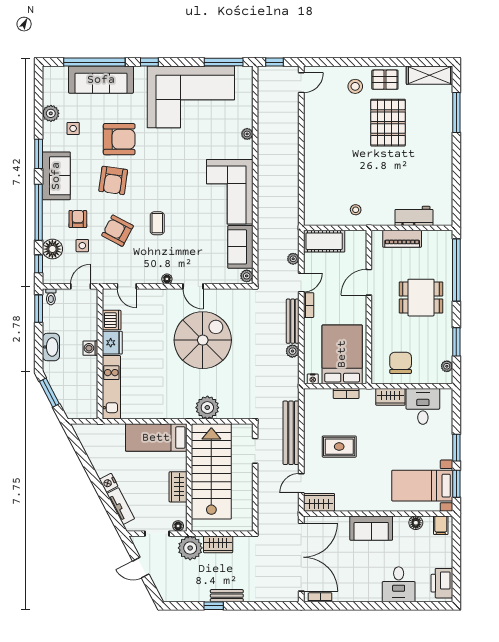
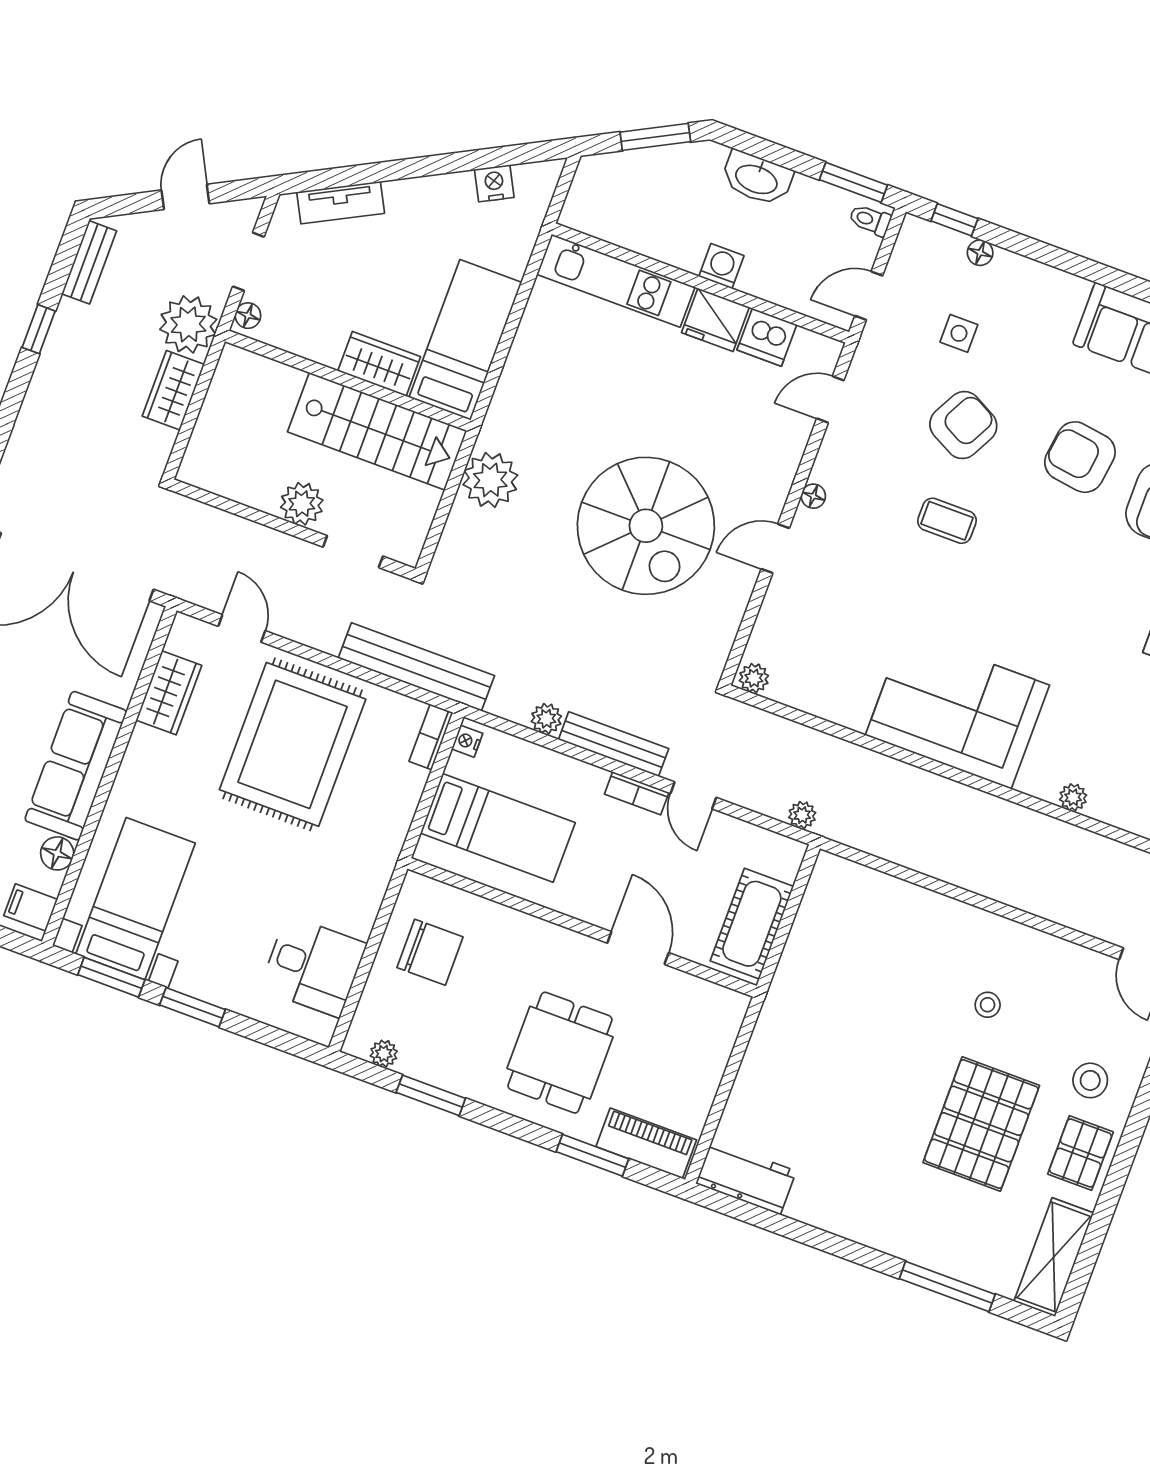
pallet: (388, 123) -> (981, 1124), turned 90
stool: (356, 210) -> (988, 1005), moved
window: (39, 212) -> (1070, 263), removed
workbench: (414, 216) -> (746, 1177), moved, turned -90
armchair: (78, 219) -> (1023, 345), removed
piano: (402, 239) -> (646, 1143), moved, turned 90
cot: (324, 241) -> (752, 924), moved
sofa: (240, 247) -> (824, 688), removed
floor lamp: (52, 249) -> (980, 253), width x0.53, depth x0.53
plant: (293, 259) -> (802, 815), moved
window: (456, 270) -> (592, 1155), width x0.47
door: (81, 286) -> (869, 296), swing flipped
bed: (342, 354) -> (498, 828), width x0.67
bookcase: (346, 394) -> (431, 737), moved
wardrobe: (390, 397) -> (362, 901), removed
bench: (291, 433) -> (416, 667), moved
rug: (339, 447) -> (293, 744), width x1.86, depth x2.06
stairs: (211, 471) -> (377, 431), width x0.73, depth x0.66
plant: (244, 478) -> (302, 504), added
nightstand: (109, 483) -> (494, 183), moved
wardrobe: (178, 487) -> (379, 364), moved
wardrobe: (319, 502) -> (169, 693), moved
sofa: (371, 528) -> (76, 766), width x1.36
bench: (227, 596) -> (89, 262), moved

